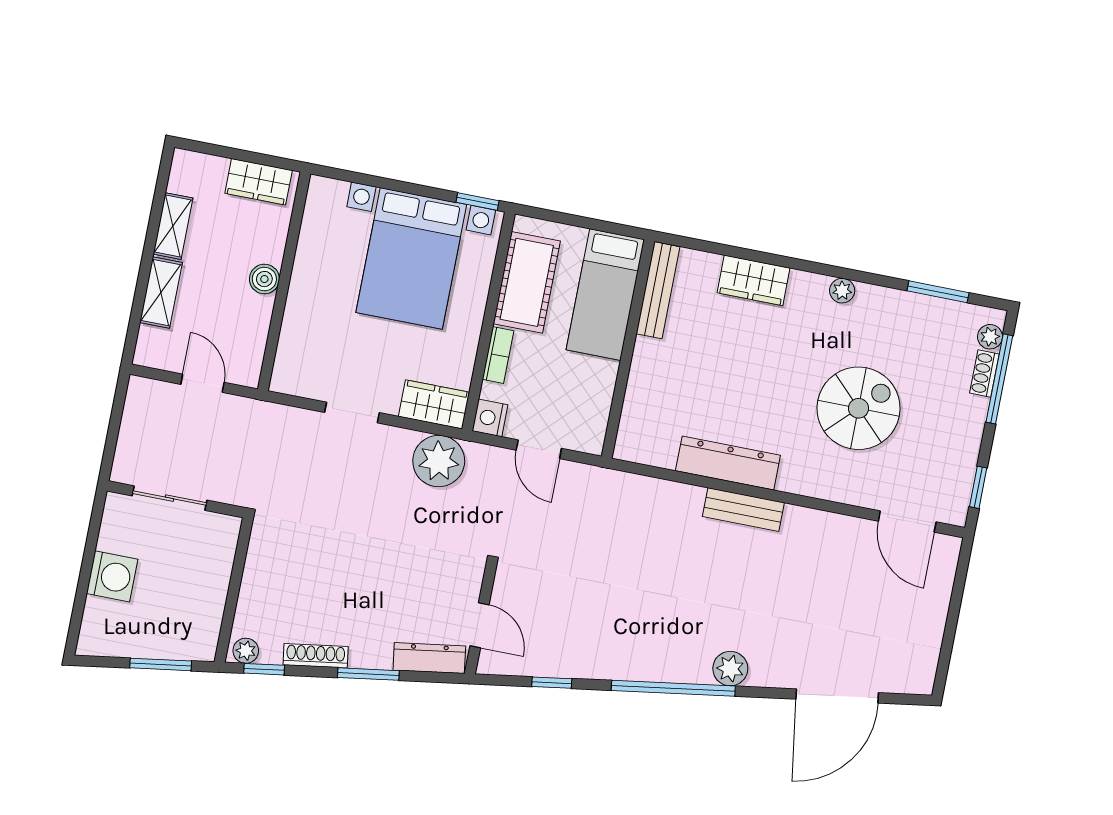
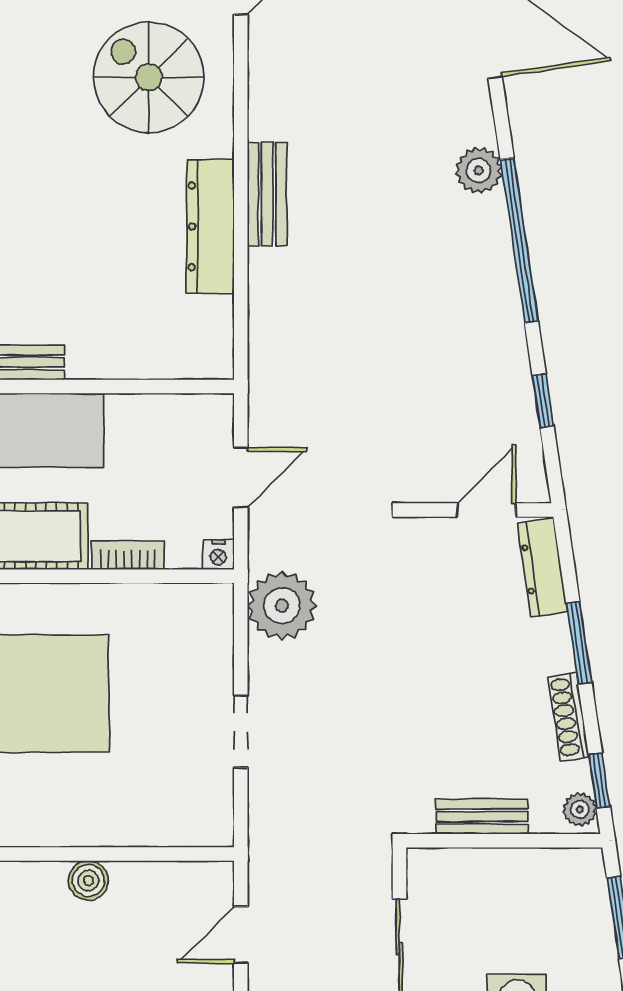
wardrobe: (434, 404) -> (209, 626), removed
spiral stairs: (859, 408) -> (149, 77), moved
nightstand: (490, 418) -> (218, 555), width x0.72, depth x0.74
bench: (255, 578) -> (482, 817), added

